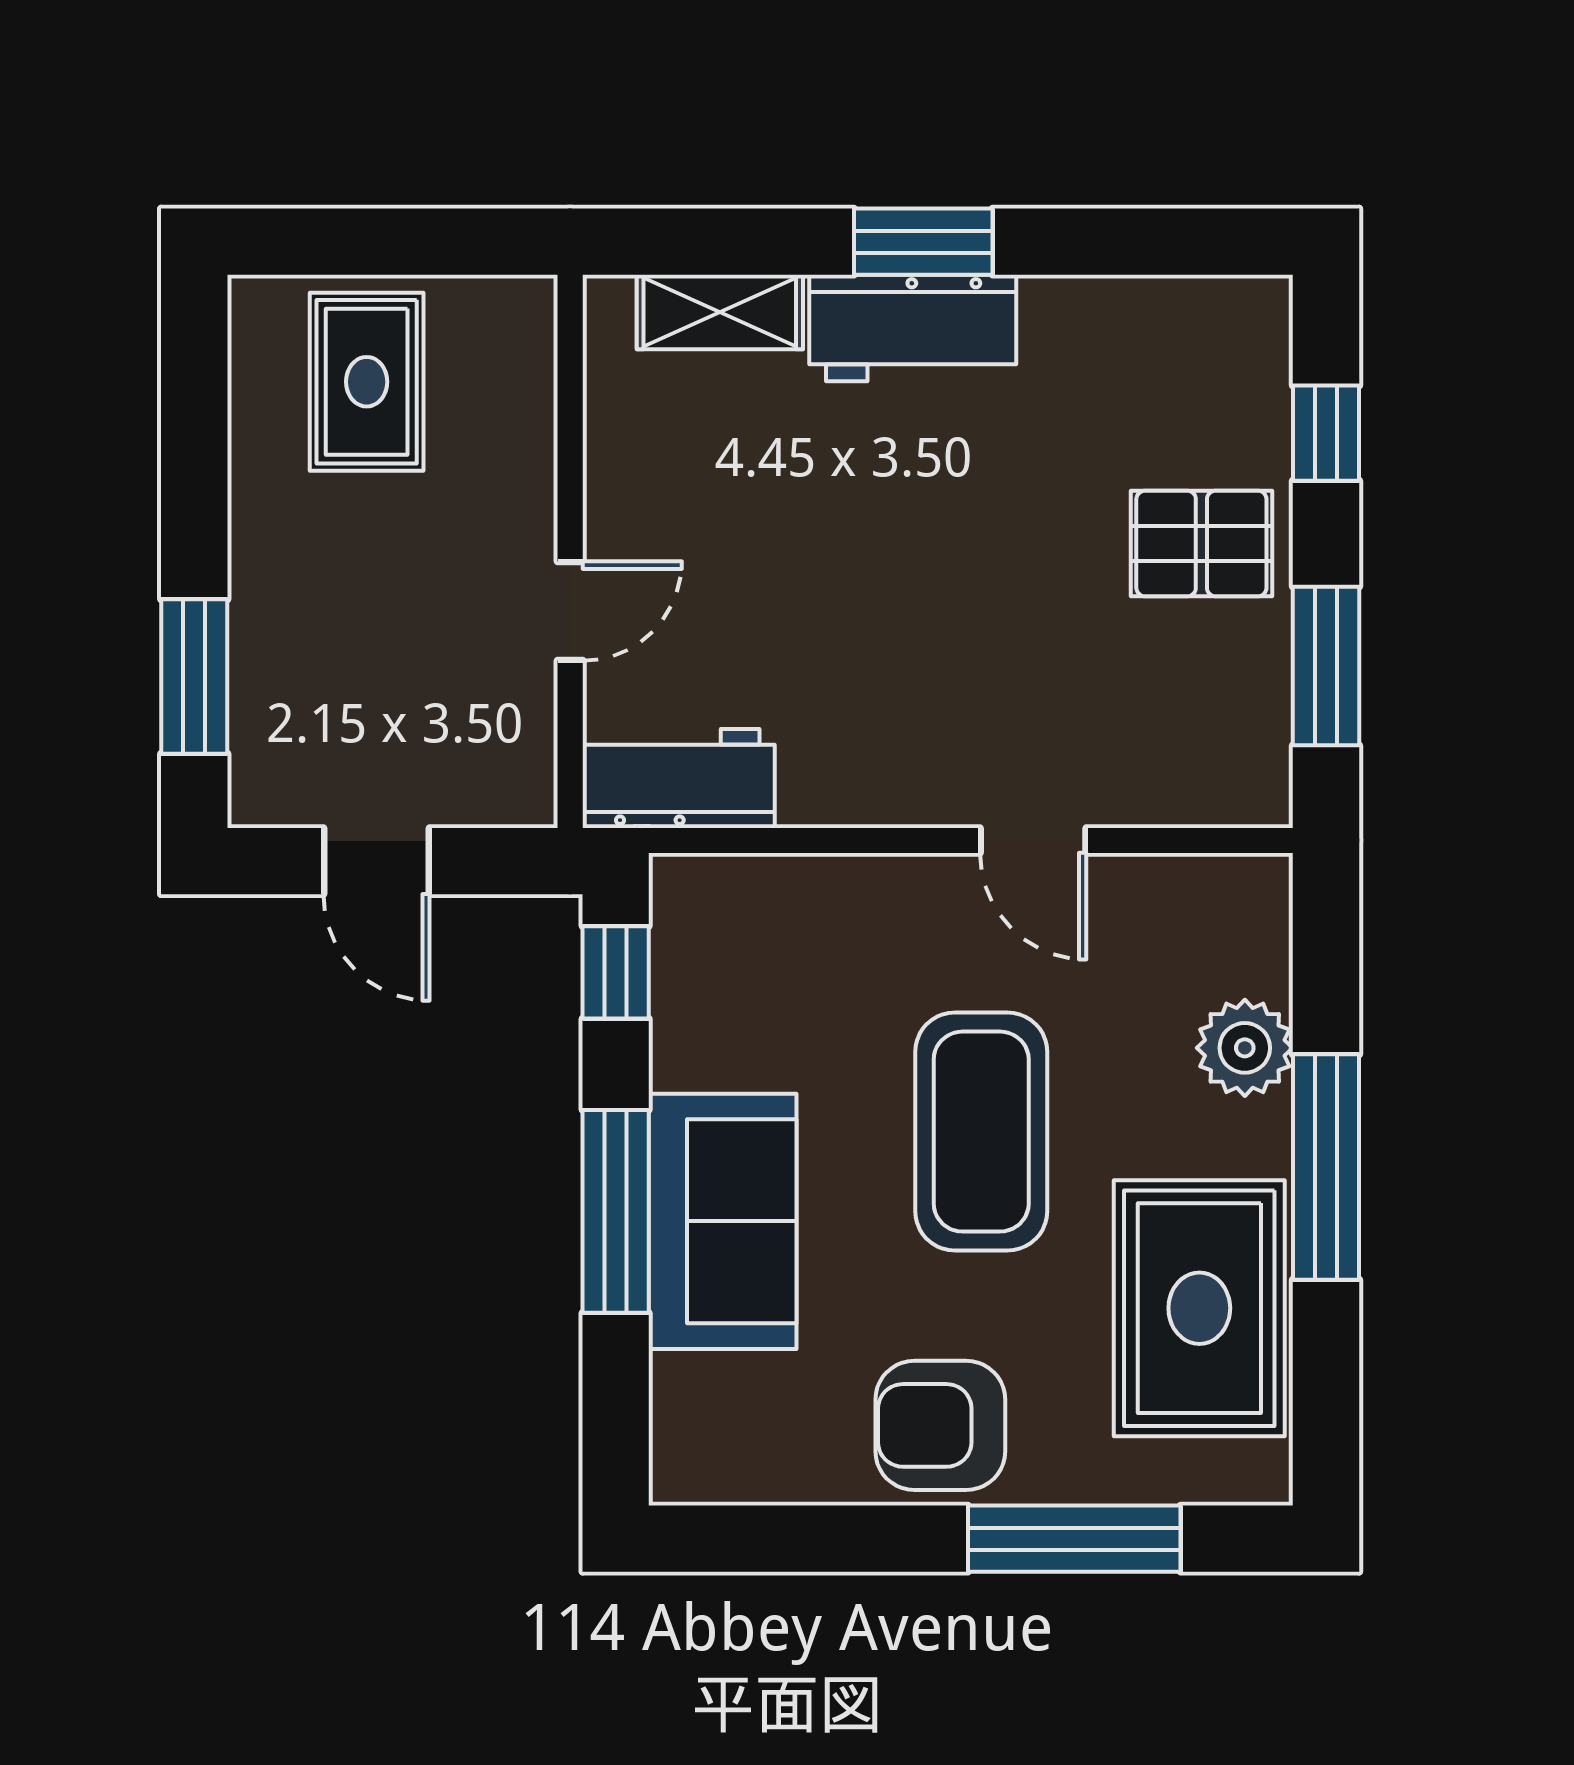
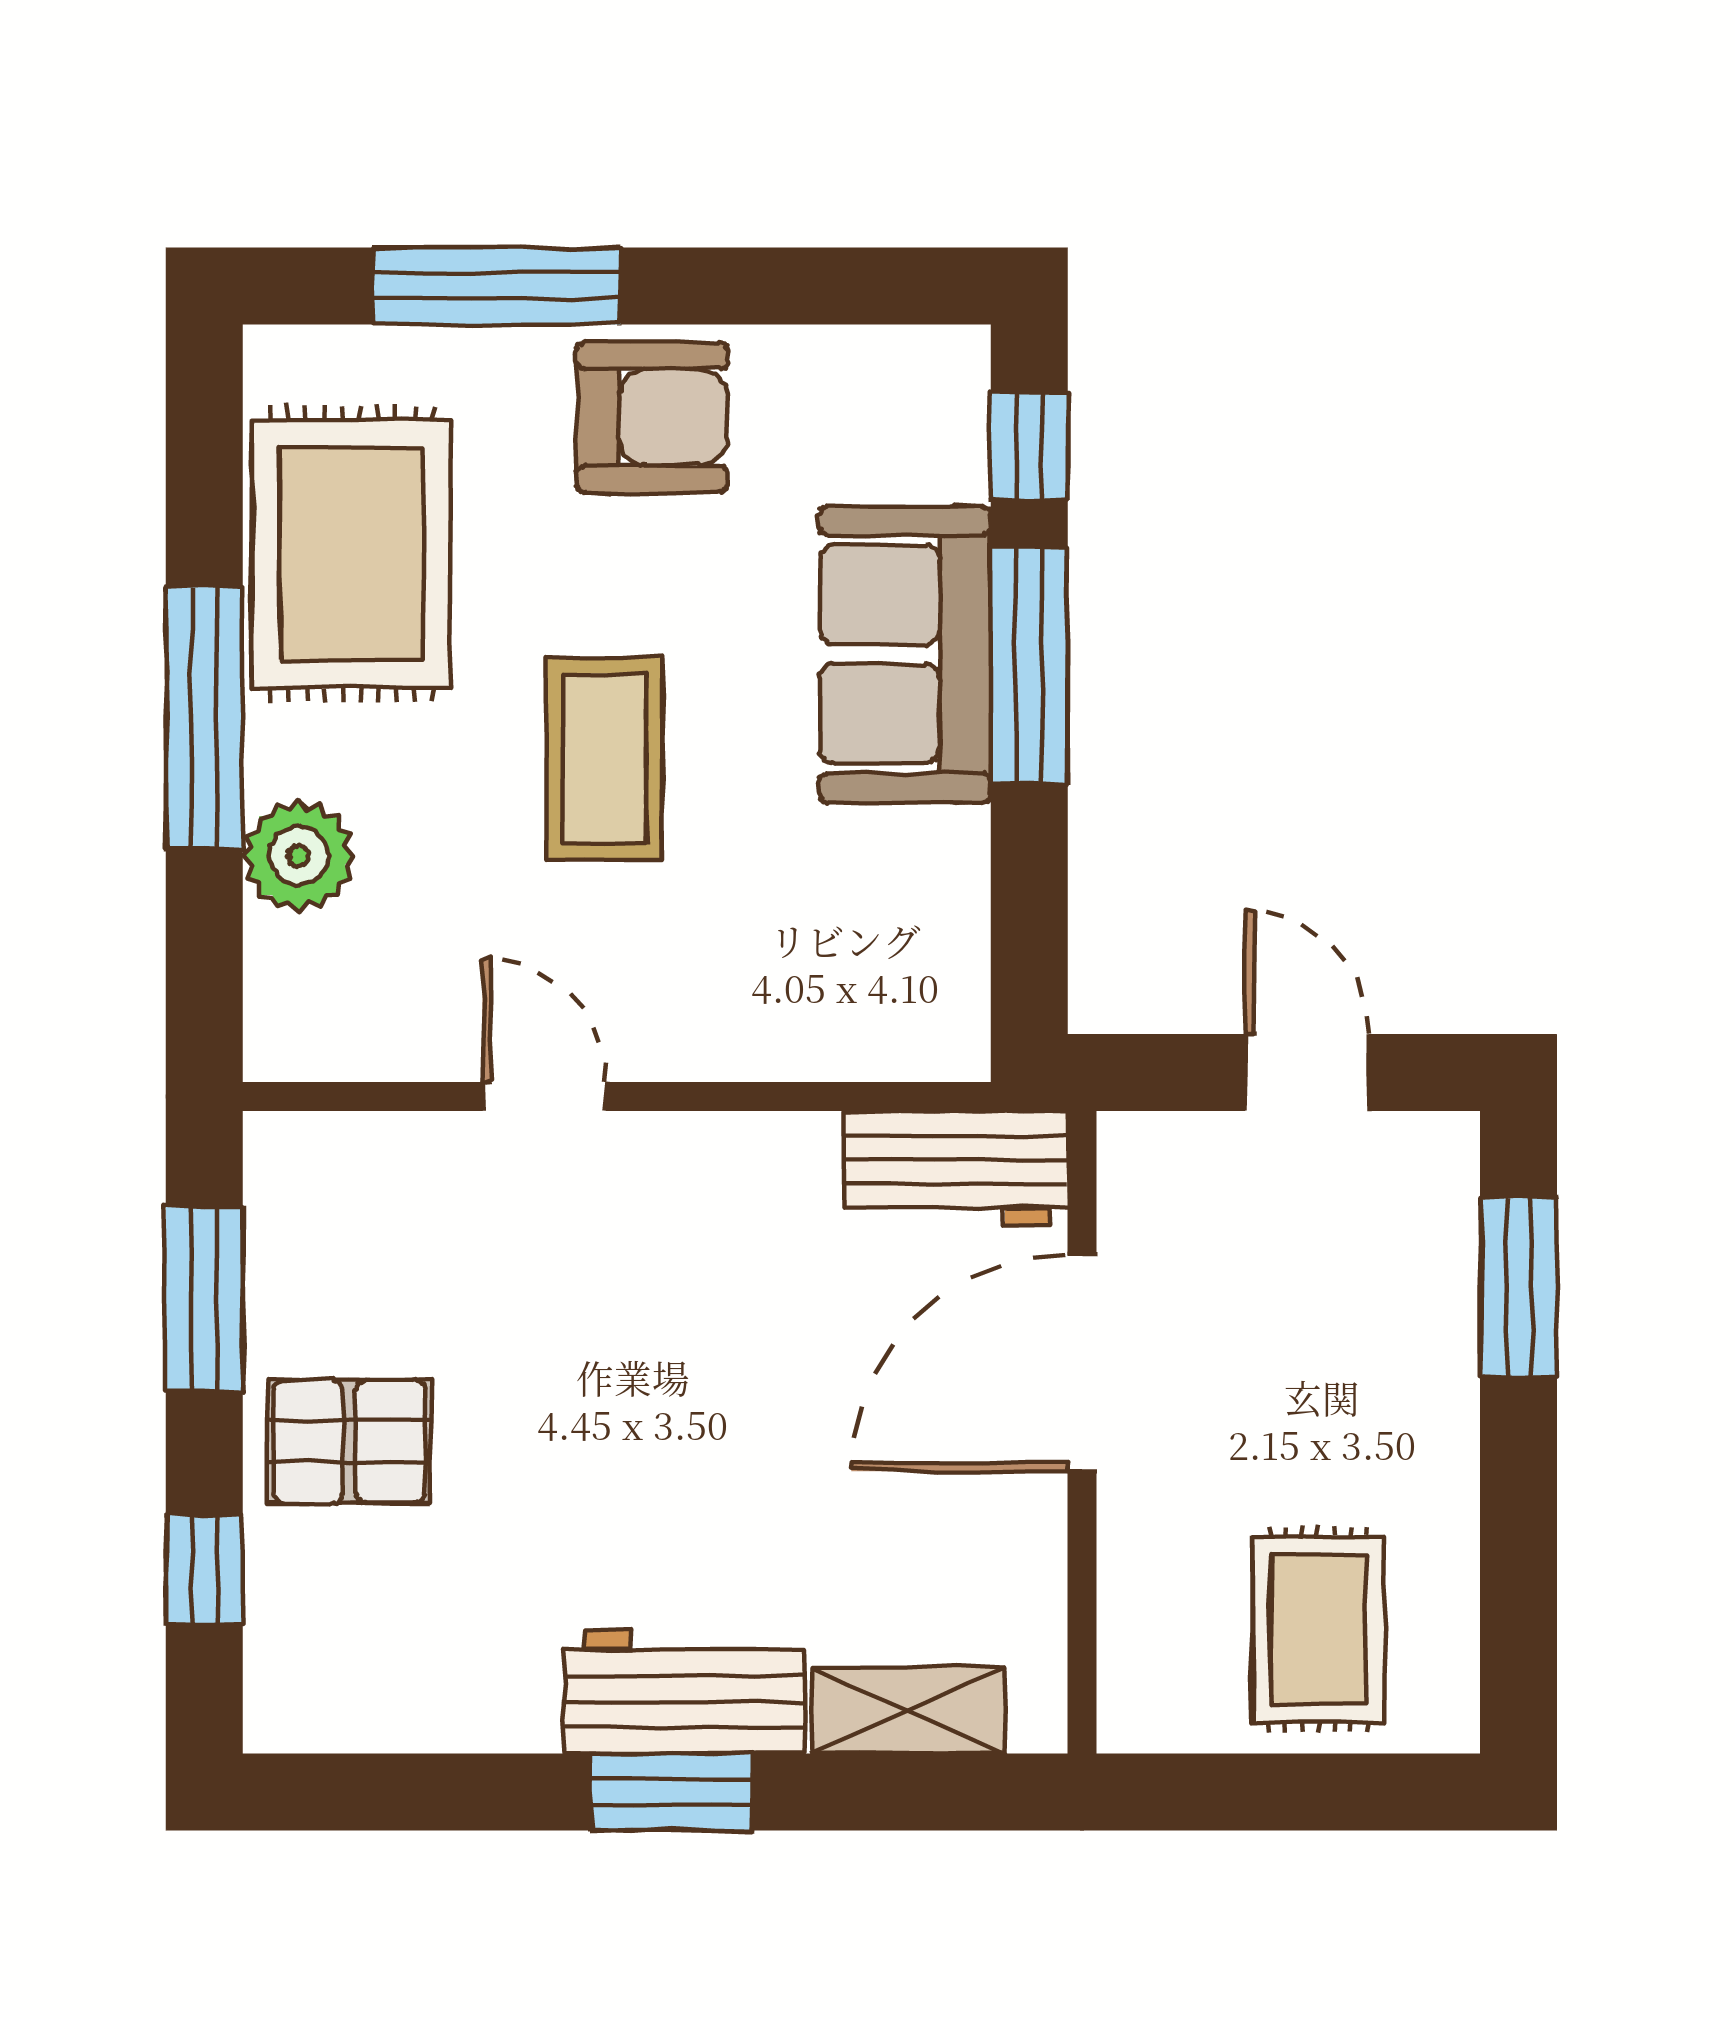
door: (570, 611) -> (1082, 1363), width x1.88
window: (616, 972) -> (1029, 446), moved
coffee table: (981, 1132) -> (605, 759), width x0.73, depth x0.76

